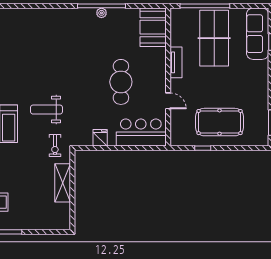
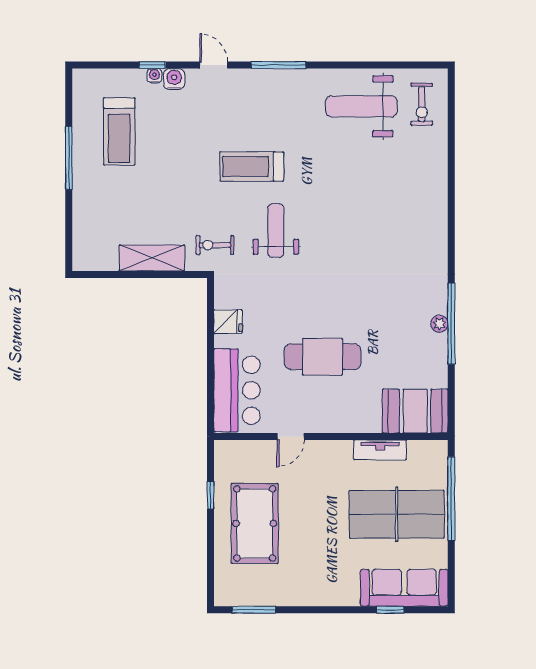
tv unit: (176, 62) -> (380, 450), moved

